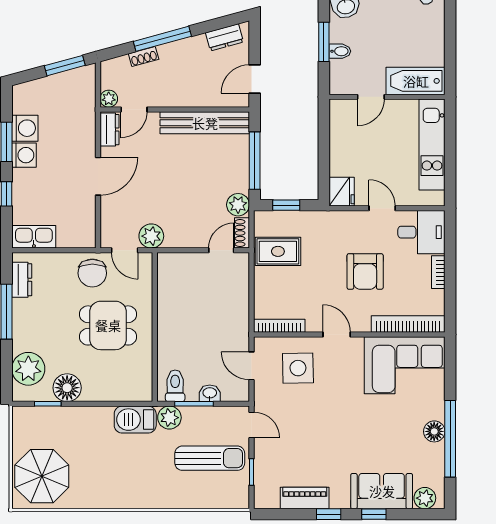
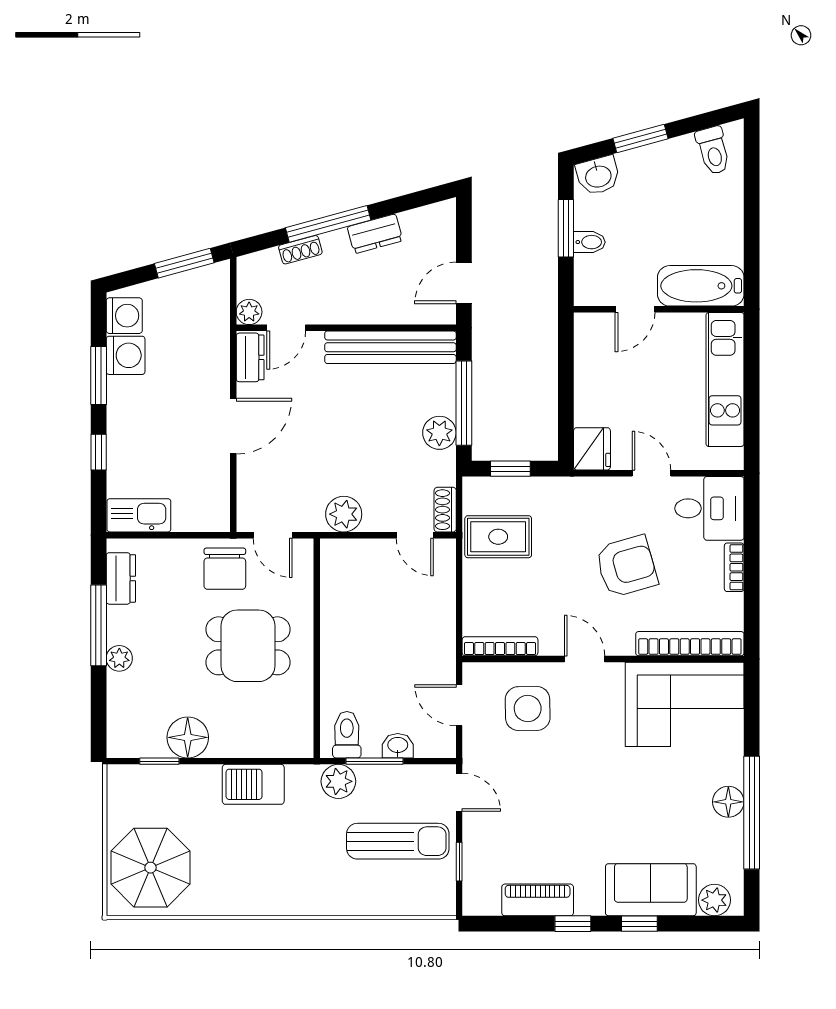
dresser: (224, 37) -> (375, 234), moved
washing machine: (24, 155) -> (124, 316), moved
plant: (238, 205) -> (439, 433), moved
plant: (151, 236) -> (344, 514), moved
door: (221, 250) -> (415, 535), swing flipped
armchair: (365, 271) -> (626, 566), turned -106
plant: (28, 369) -> (119, 658), moved, width x0.53, depth x0.53
barbecue: (135, 420) -> (253, 784), moved

